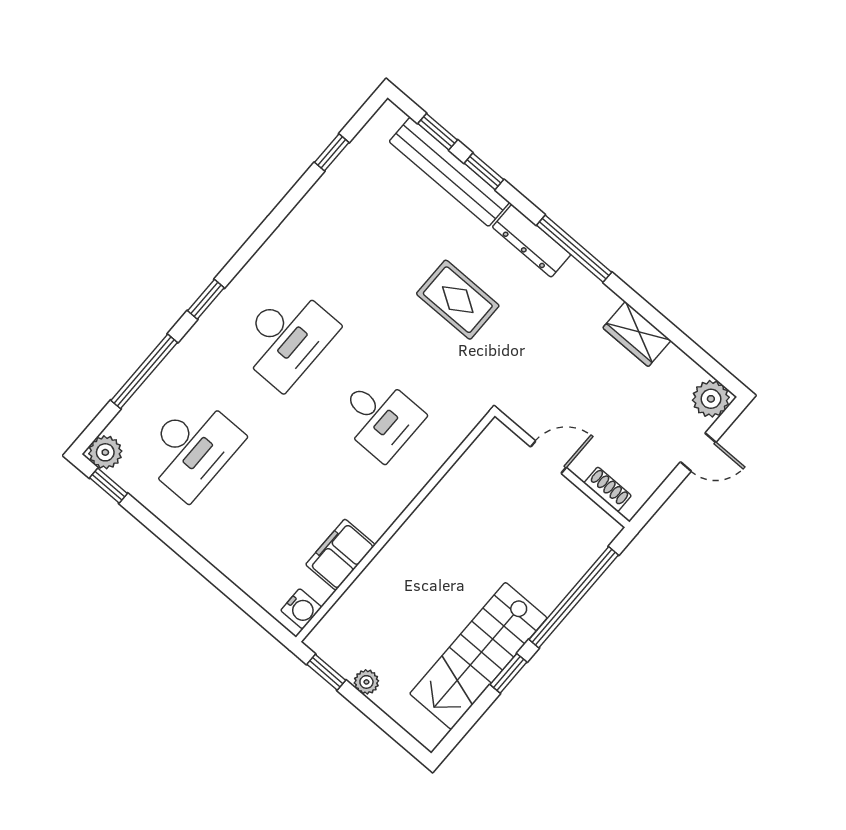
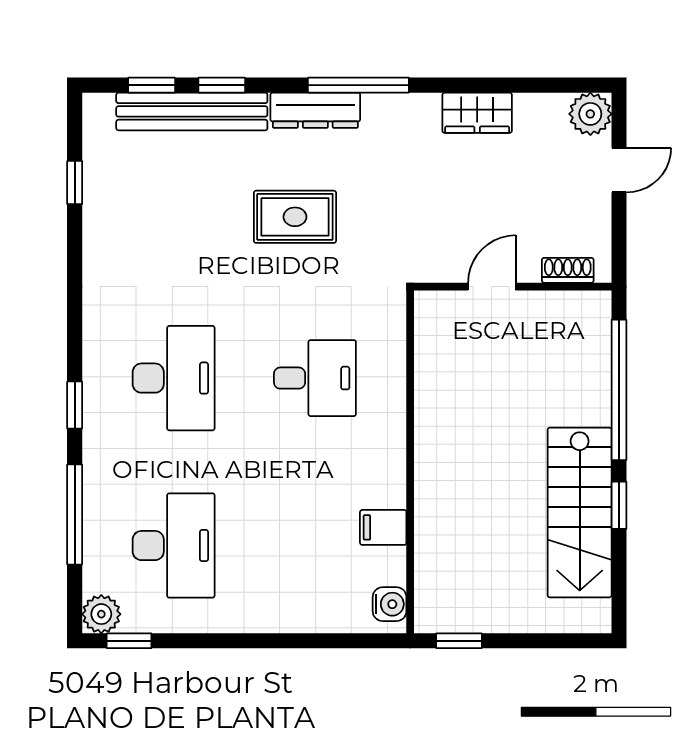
filing cabinet: (340, 555) -> (383, 527), width x0.50
plant: (366, 682) -> (501, 619), removed

